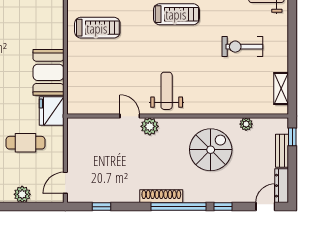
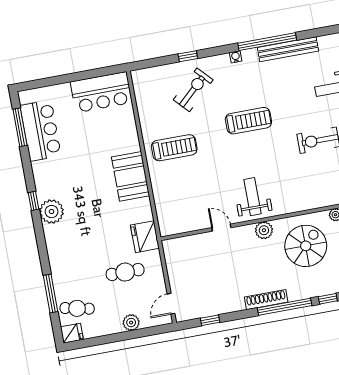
booth: (48, 72) -> (131, 176), moved
plant: (150, 126) -> (264, 230), moved

